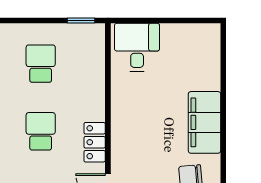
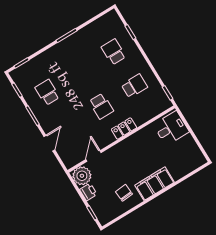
school desk: (41, 131) -> (101, 106), turned 90
locker: (95, 142) -> (124, 129), moved

